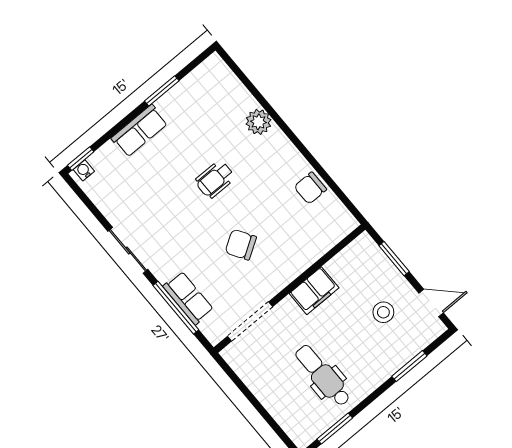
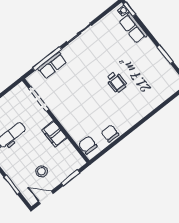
plant: (258, 122) -> (147, 106), removed
row of seats: (140, 131) -> (133, 28), moved
wheelchair: (215, 179) -> (116, 82), turned 180
chair: (241, 245) -> (88, 145), moved, turned -58
door: (431, 303) -> (46, 197), swing flipped

